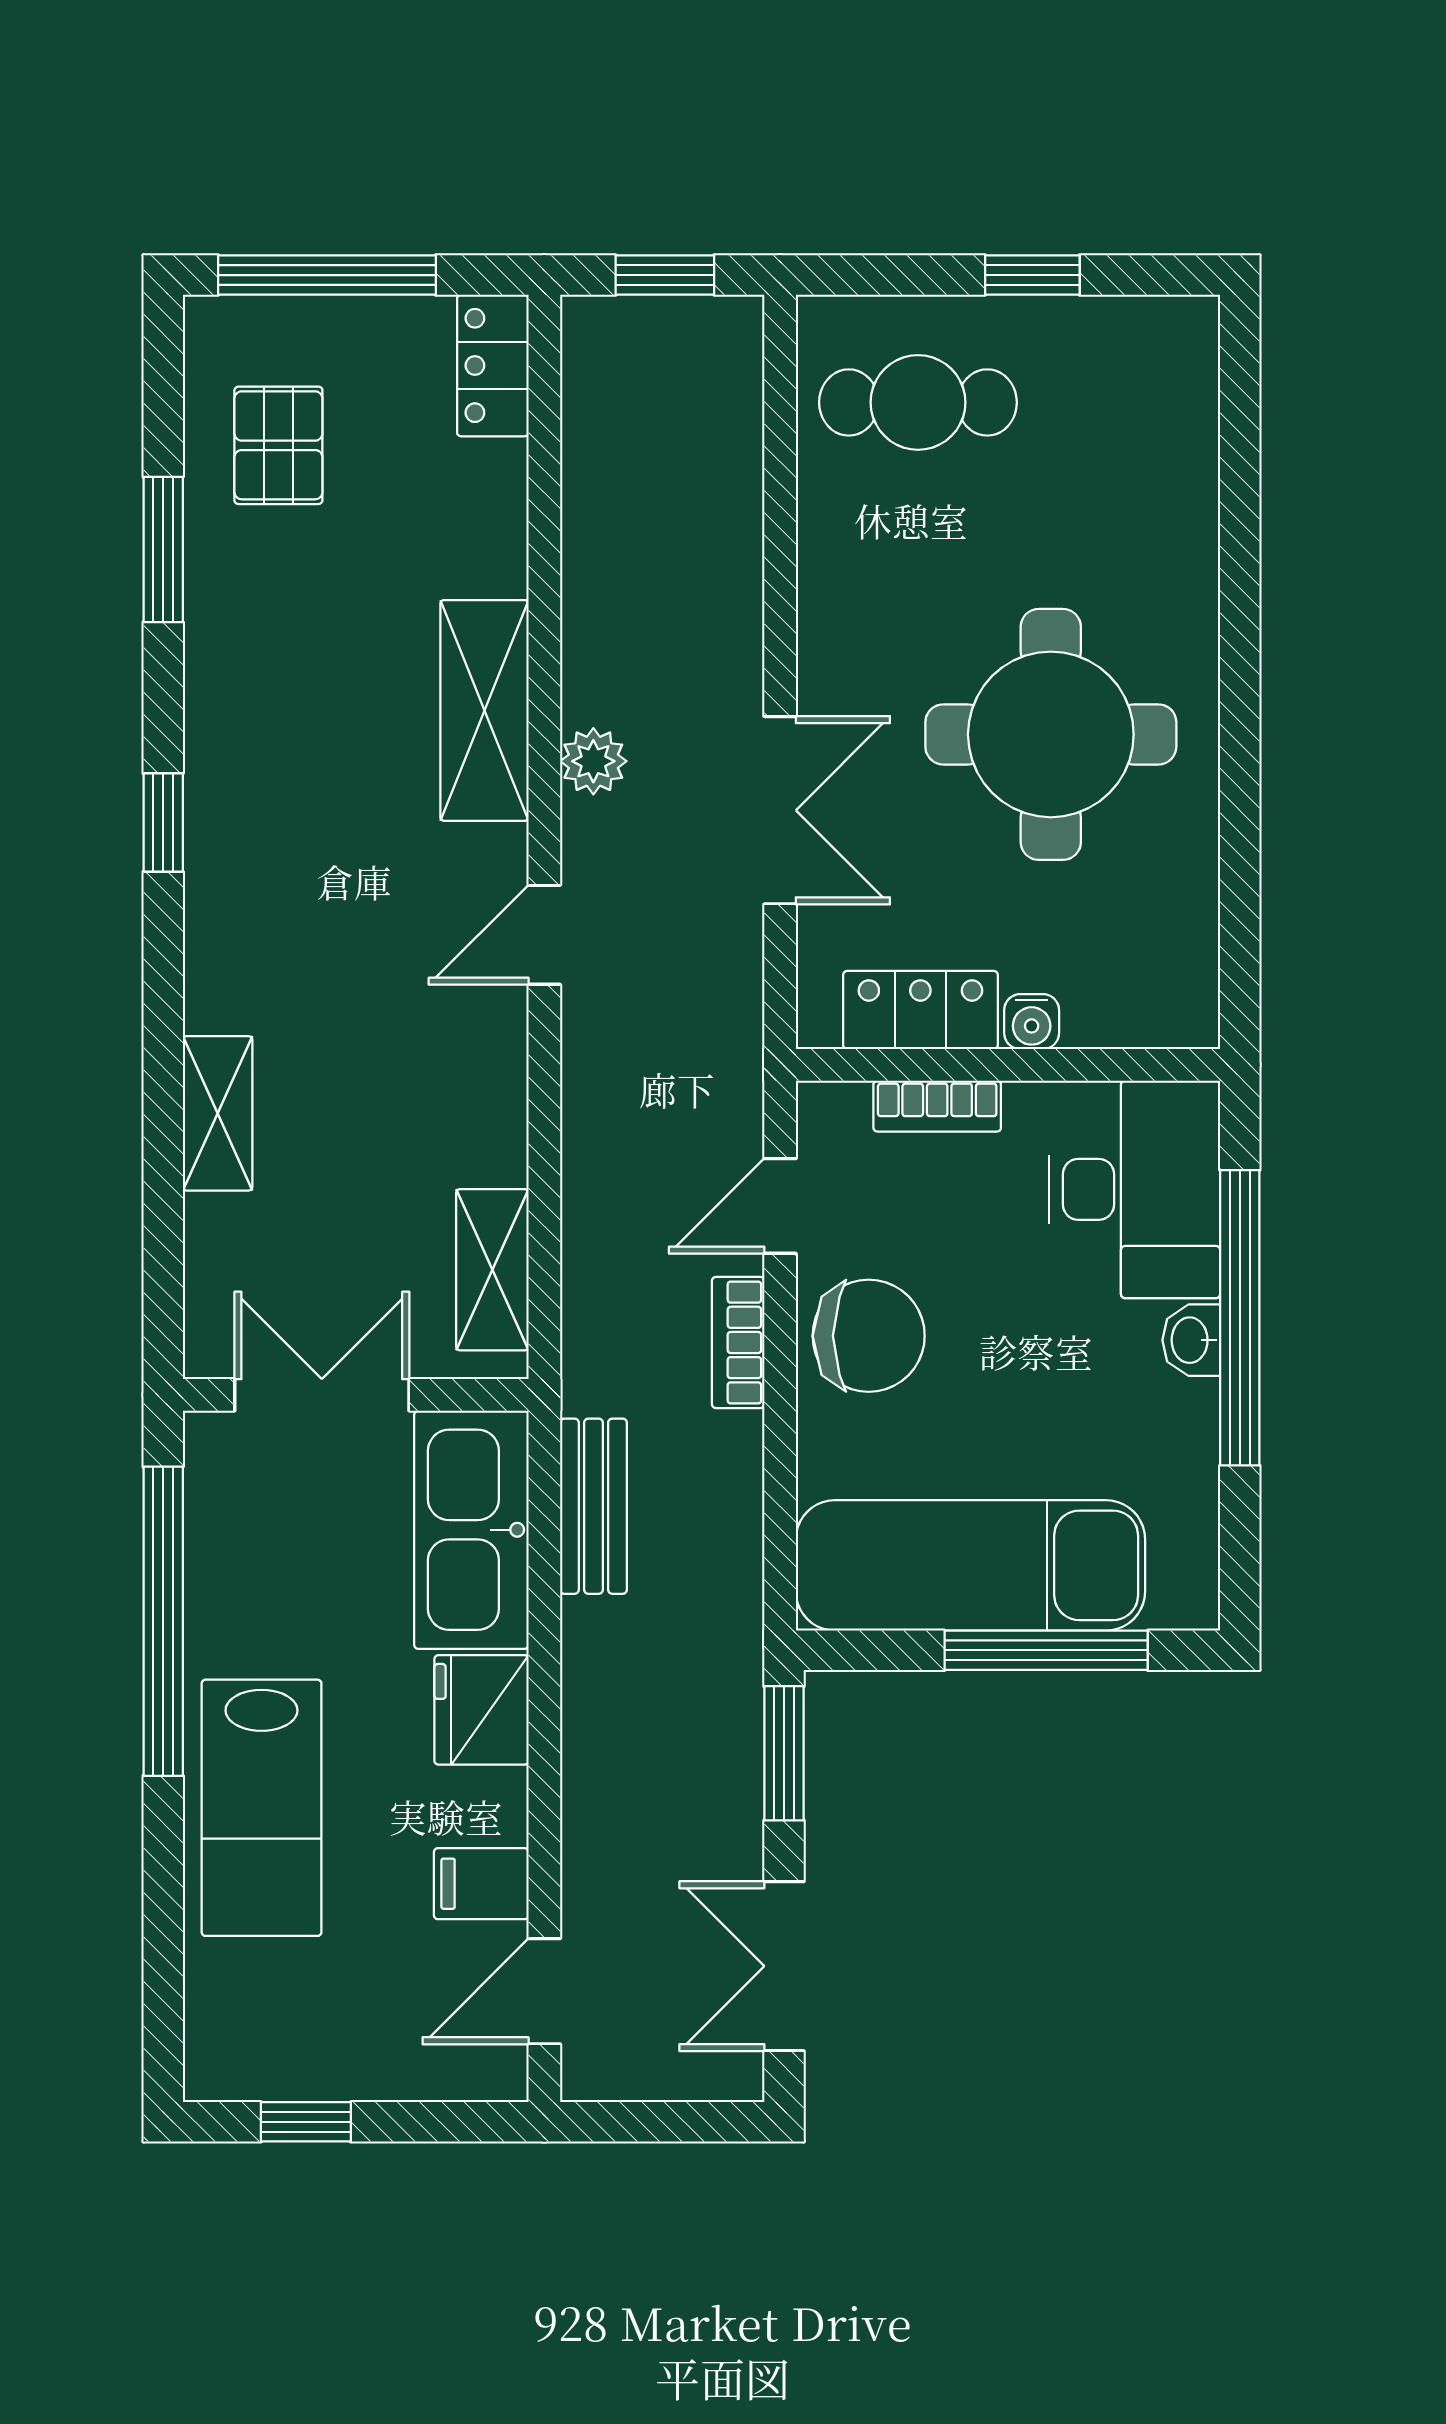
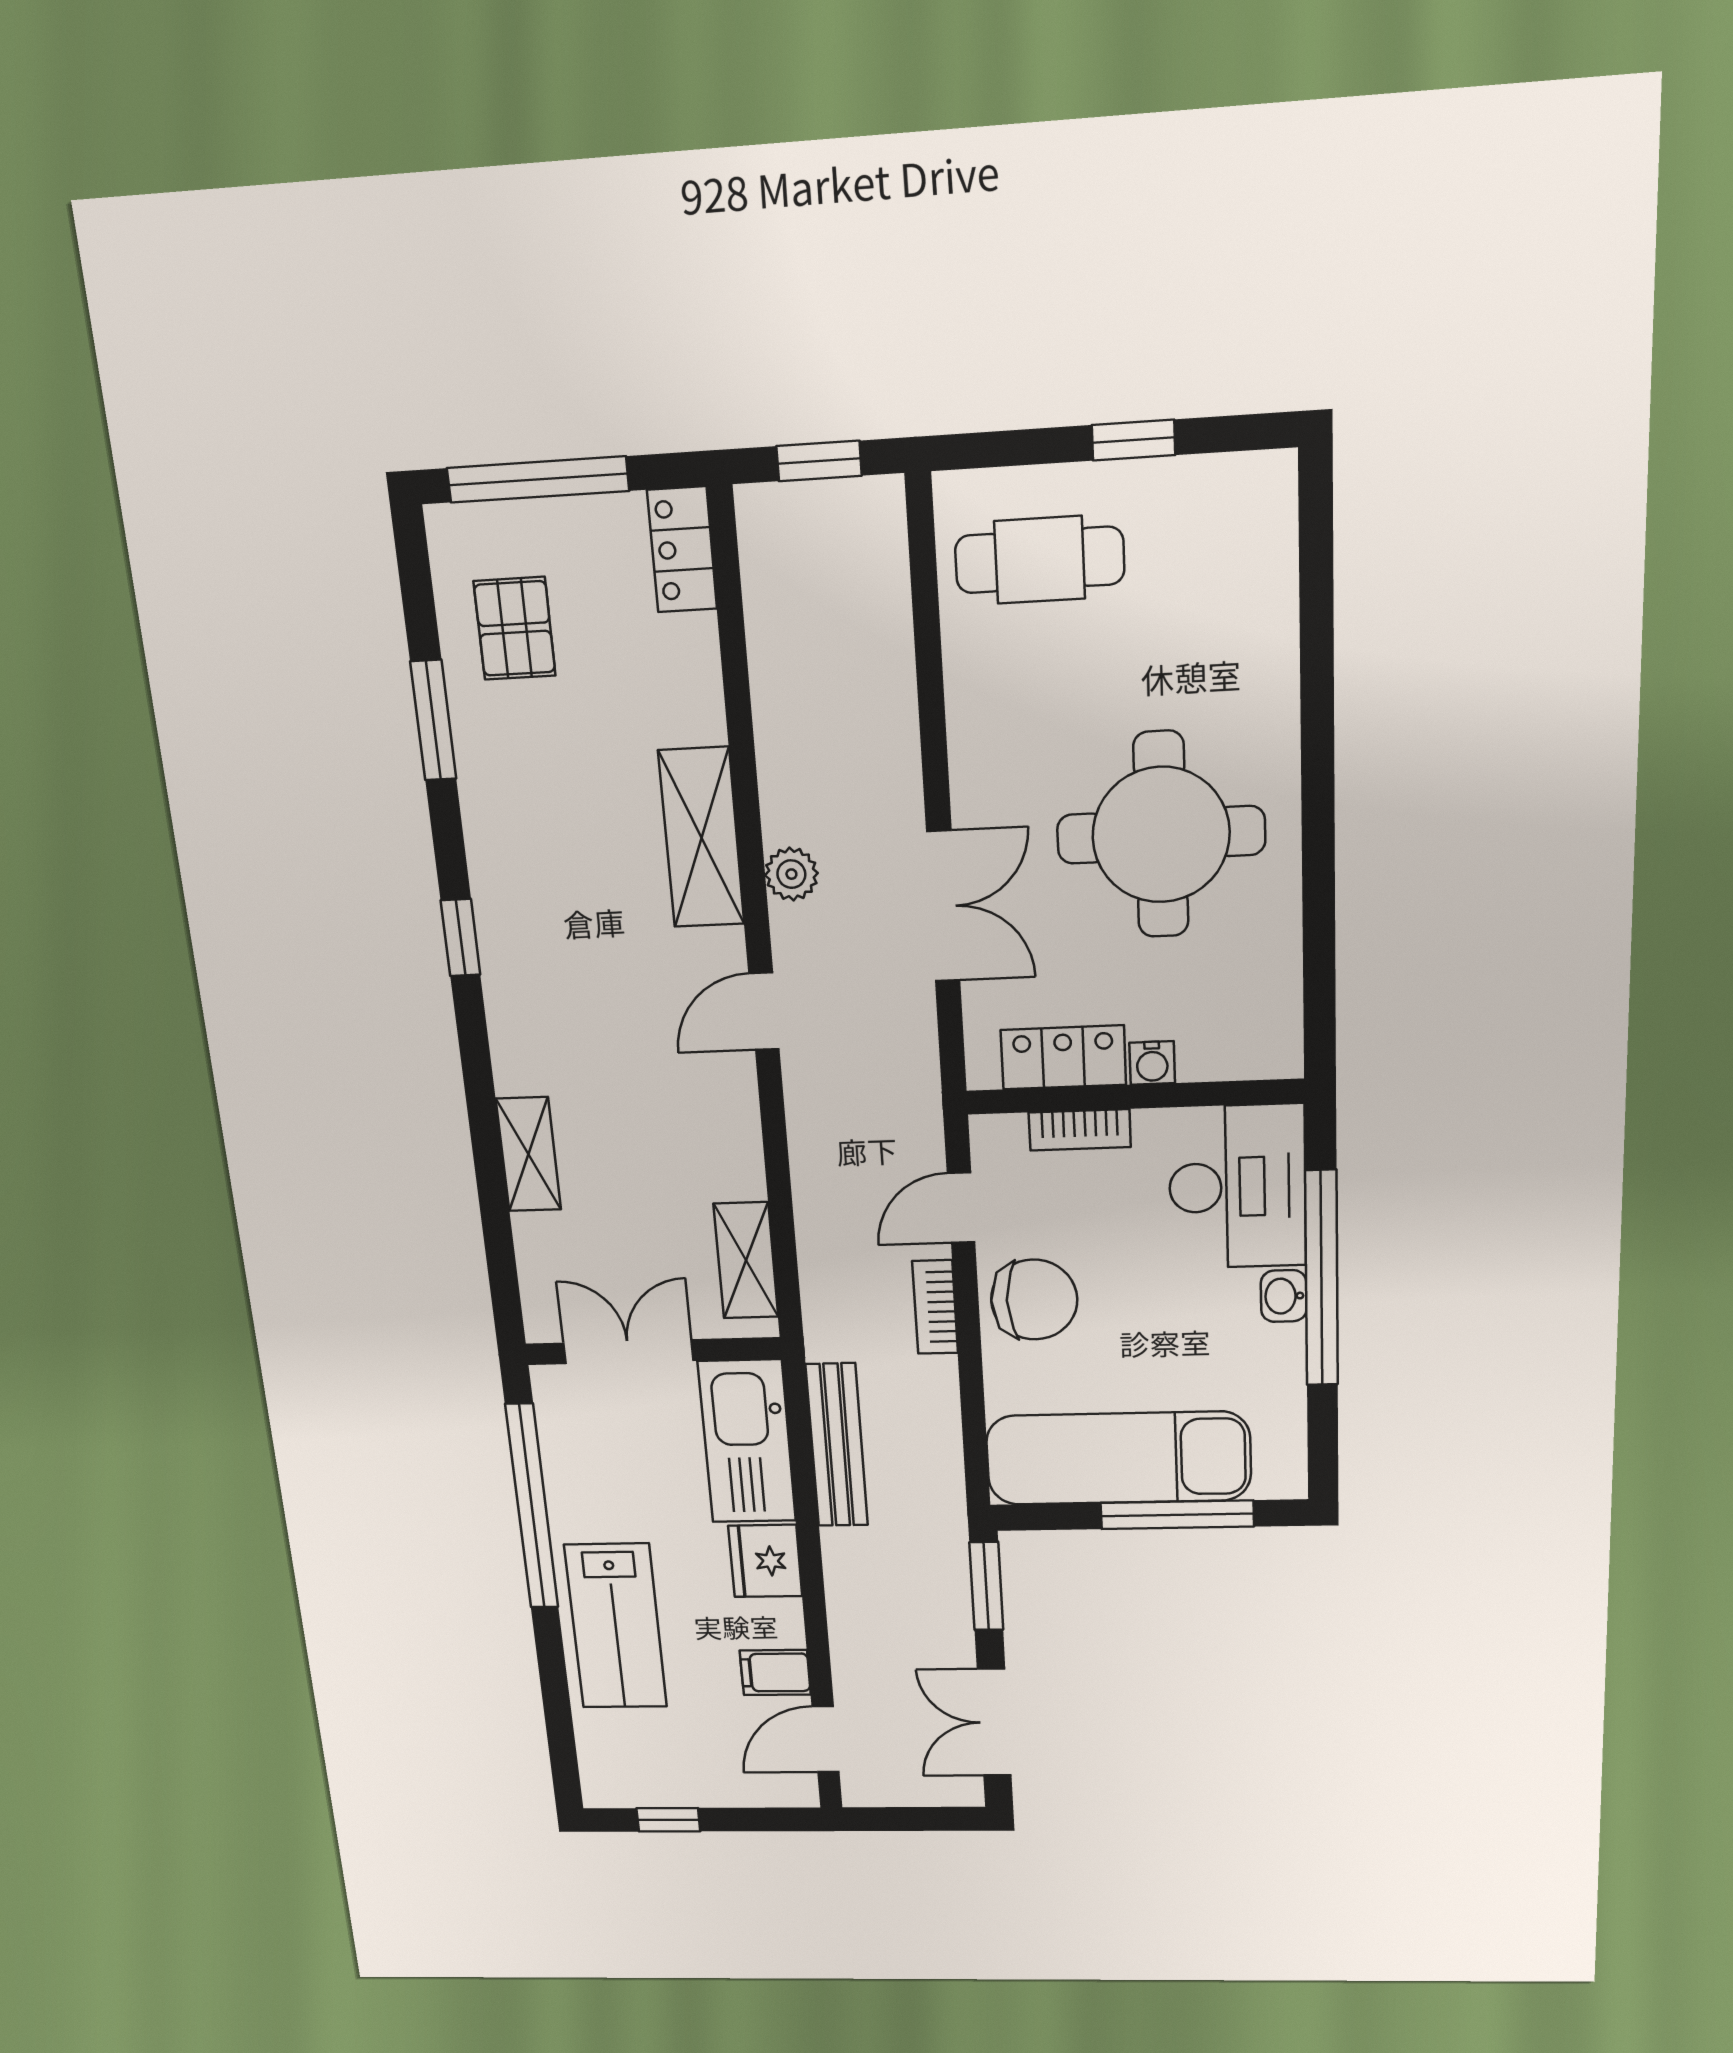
bench: (593, 1506) -> (837, 1445), width x1.36

